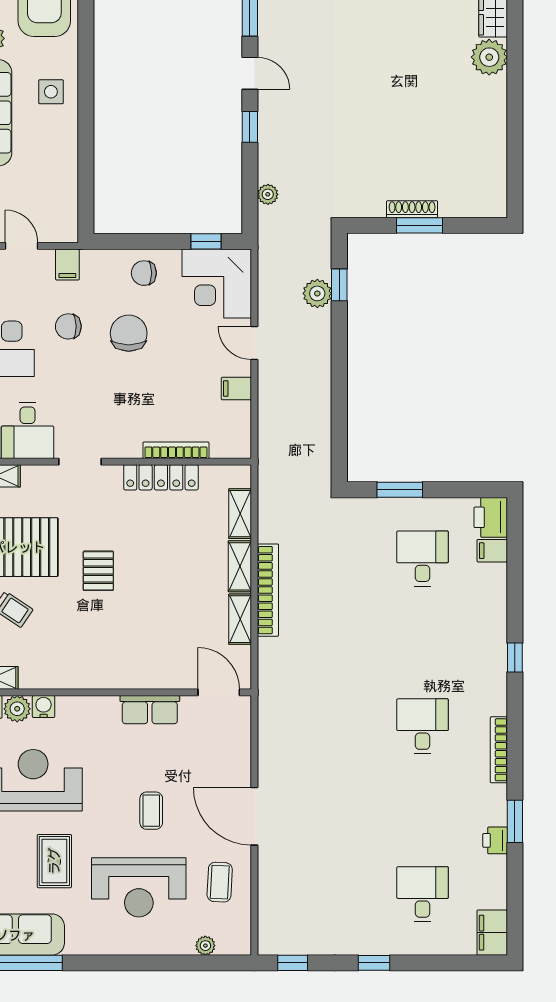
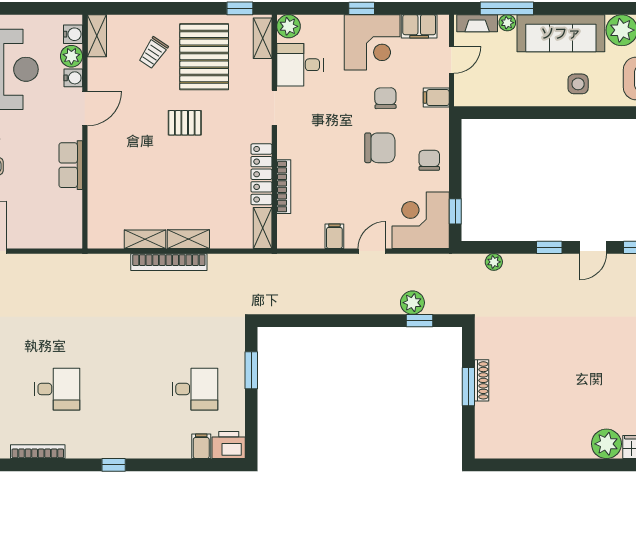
shelving: (240, 514) -> (263, 228), moved, turned 90
door: (219, 692) -> (85, 109), moved

